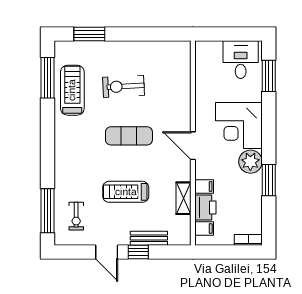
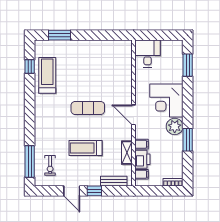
desk: (241, 60) -> (148, 53), moved
window: (48, 78) -> (30, 66), width x0.46
exercise bike: (124, 86) -> (84, 73), removed
bench: (149, 238) -> (114, 181), moved

